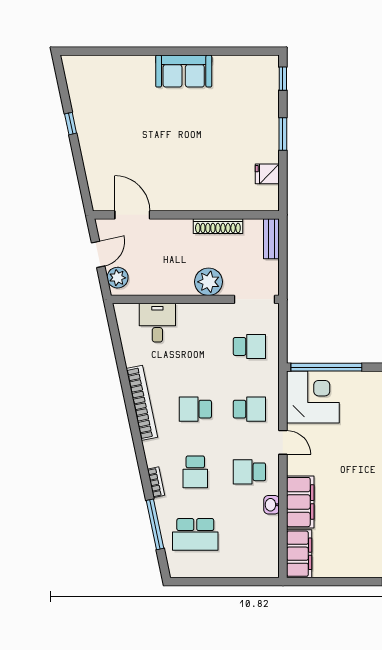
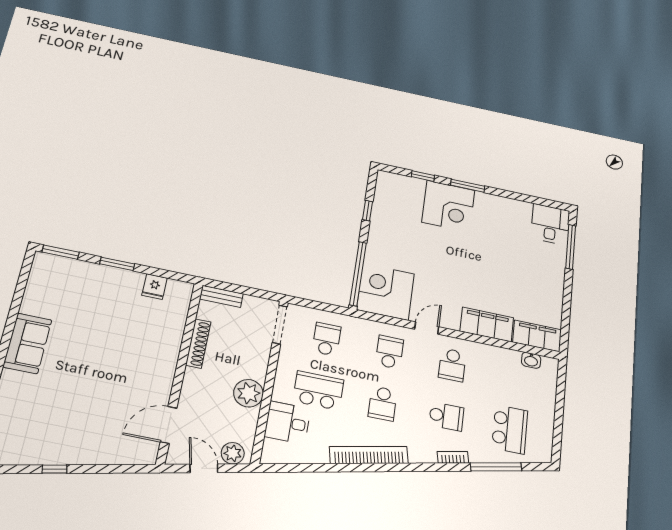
window: (283, 79) -> (61, 252), width x1.50
plant: (209, 282) -> (248, 393), moved
school desk: (195, 346) -> (318, 390), added
washbasin: (272, 505) -> (531, 360), moved

